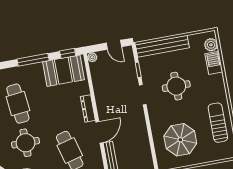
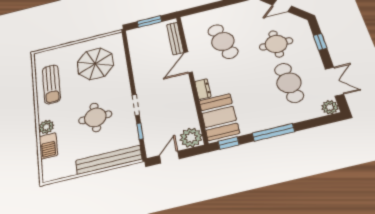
door: (114, 45) -> (169, 157), hinge flipped
plant: (211, 45) -> (46, 127), moved
plant: (92, 57) -> (191, 138), width x1.88, depth x1.88
booth: (63, 71) -> (219, 117), moved, turned 90
dresser: (88, 108) -> (203, 89), width x0.70

